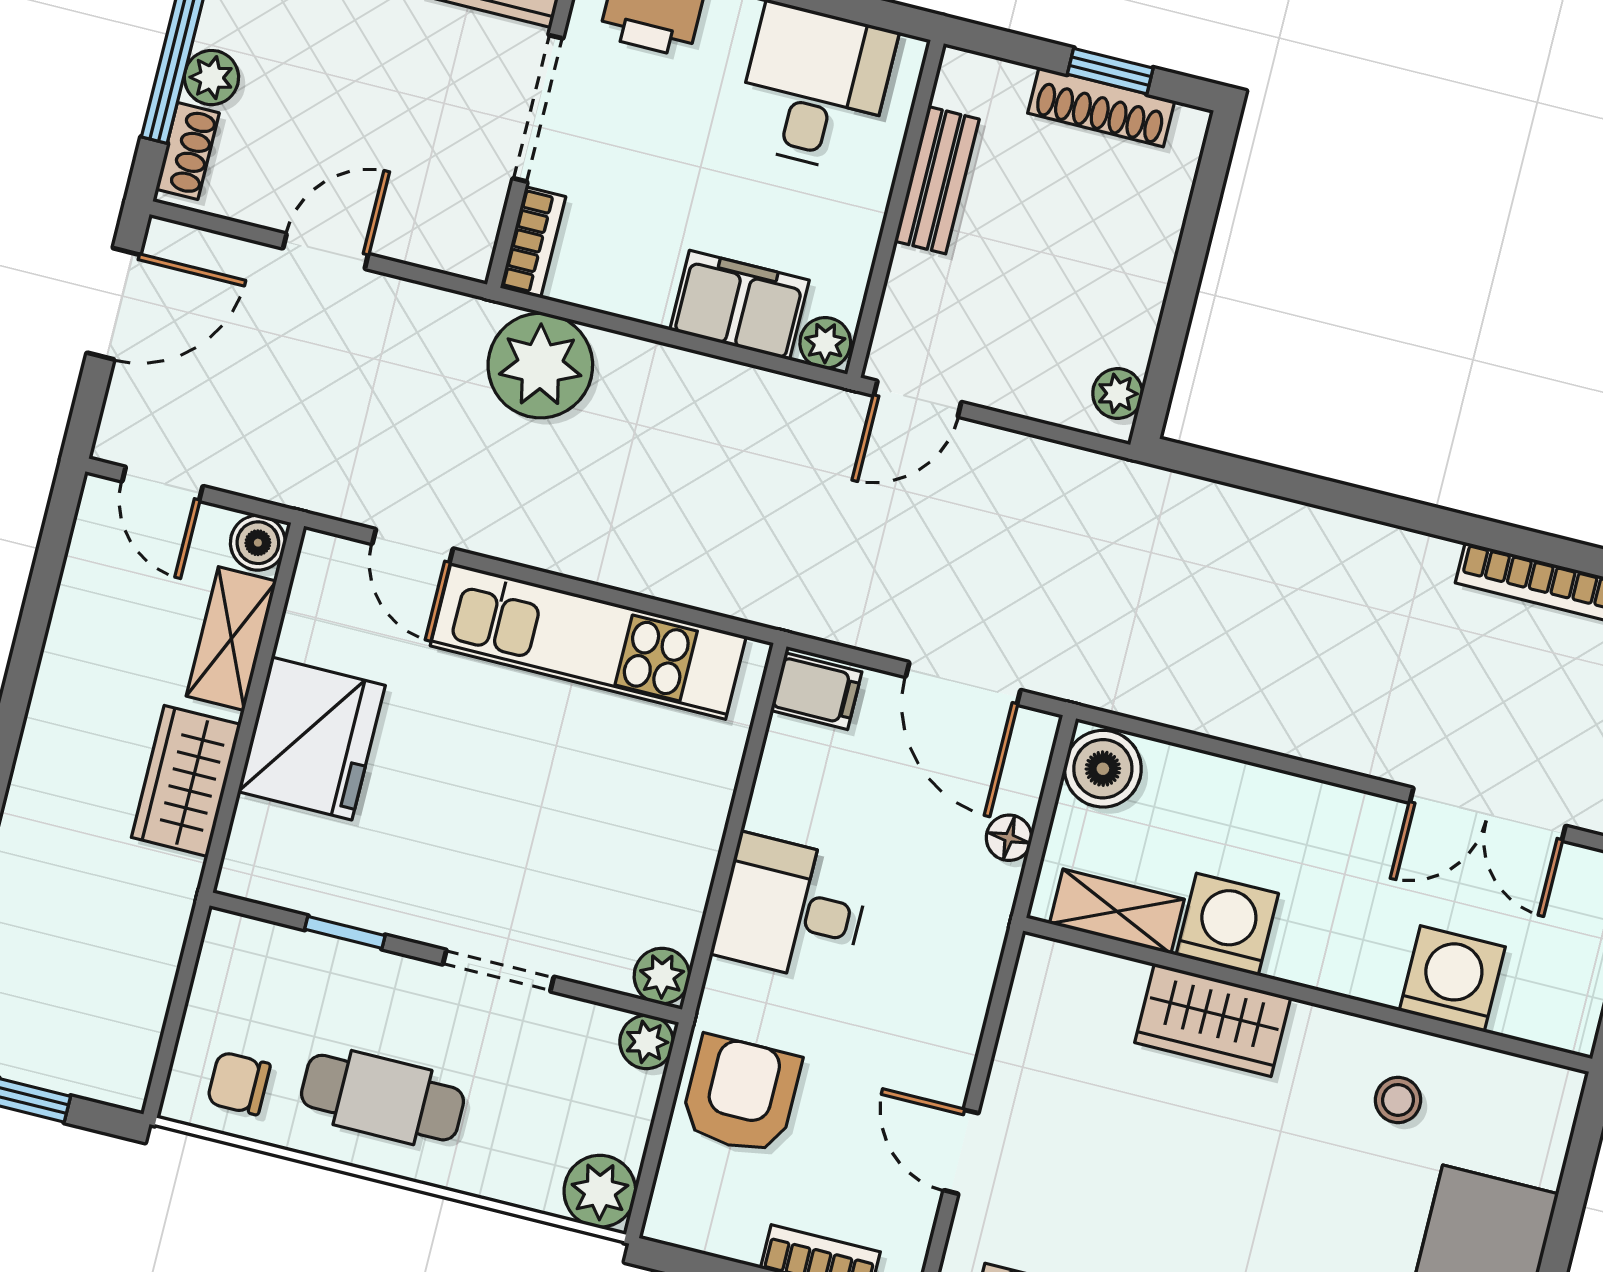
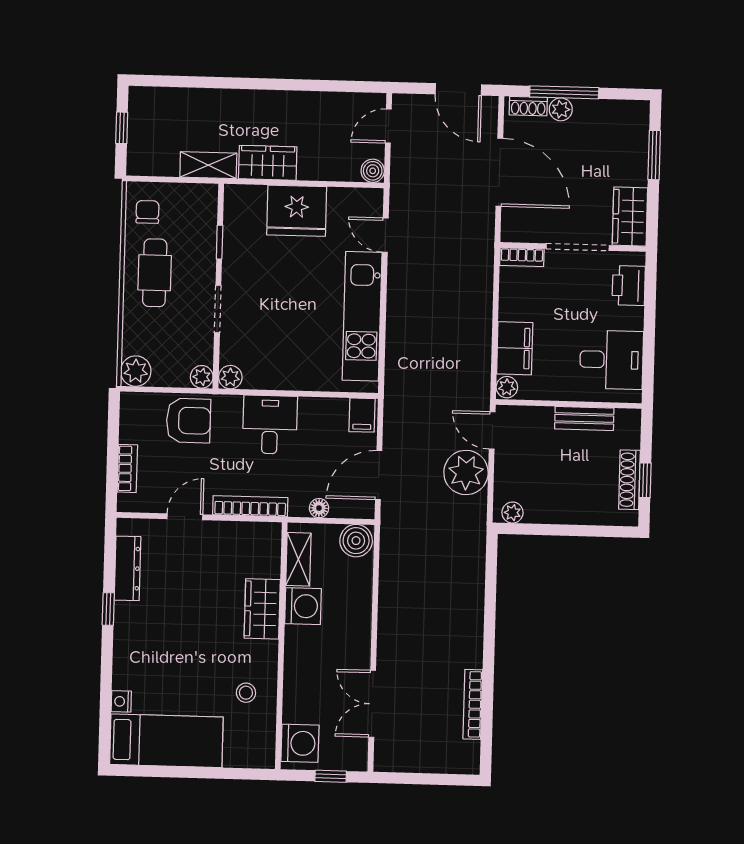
door: (326, 251) -> (499, 172), width x1.87
plant: (540, 366) -> (466, 472), moved
door: (413, 546) -> (385, 235), hinge flipped
shelving: (231, 639) -> (208, 165), moved
washing machine: (1452, 979) -> (300, 743), moved
bookcase: (970, 996) -> (250, 506), added

